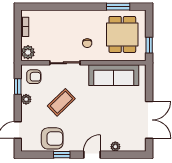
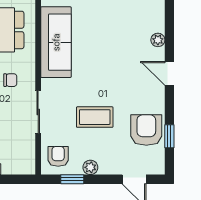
plant: (28, 52) -> (23, 165), removed
coffee table: (61, 102) -> (95, 117), turned -46
window: (62, 155) -> (169, 136), moved

